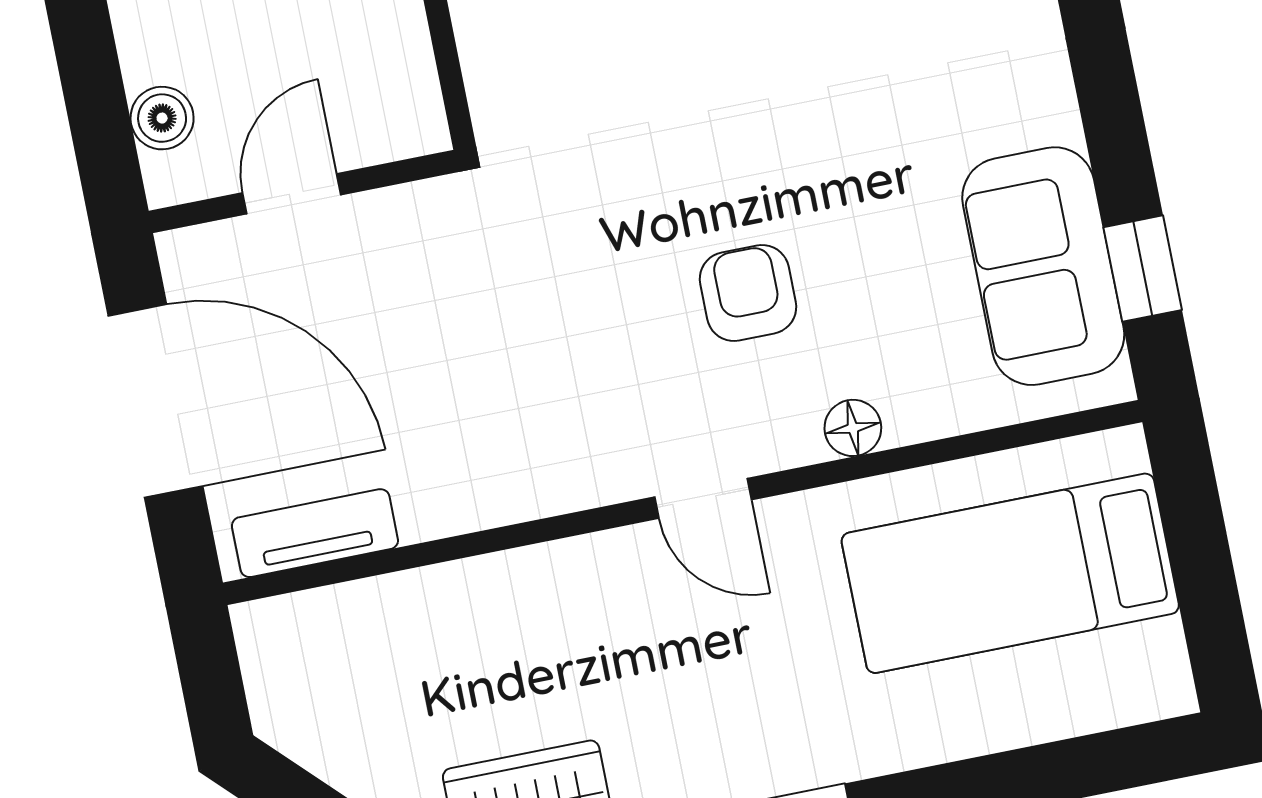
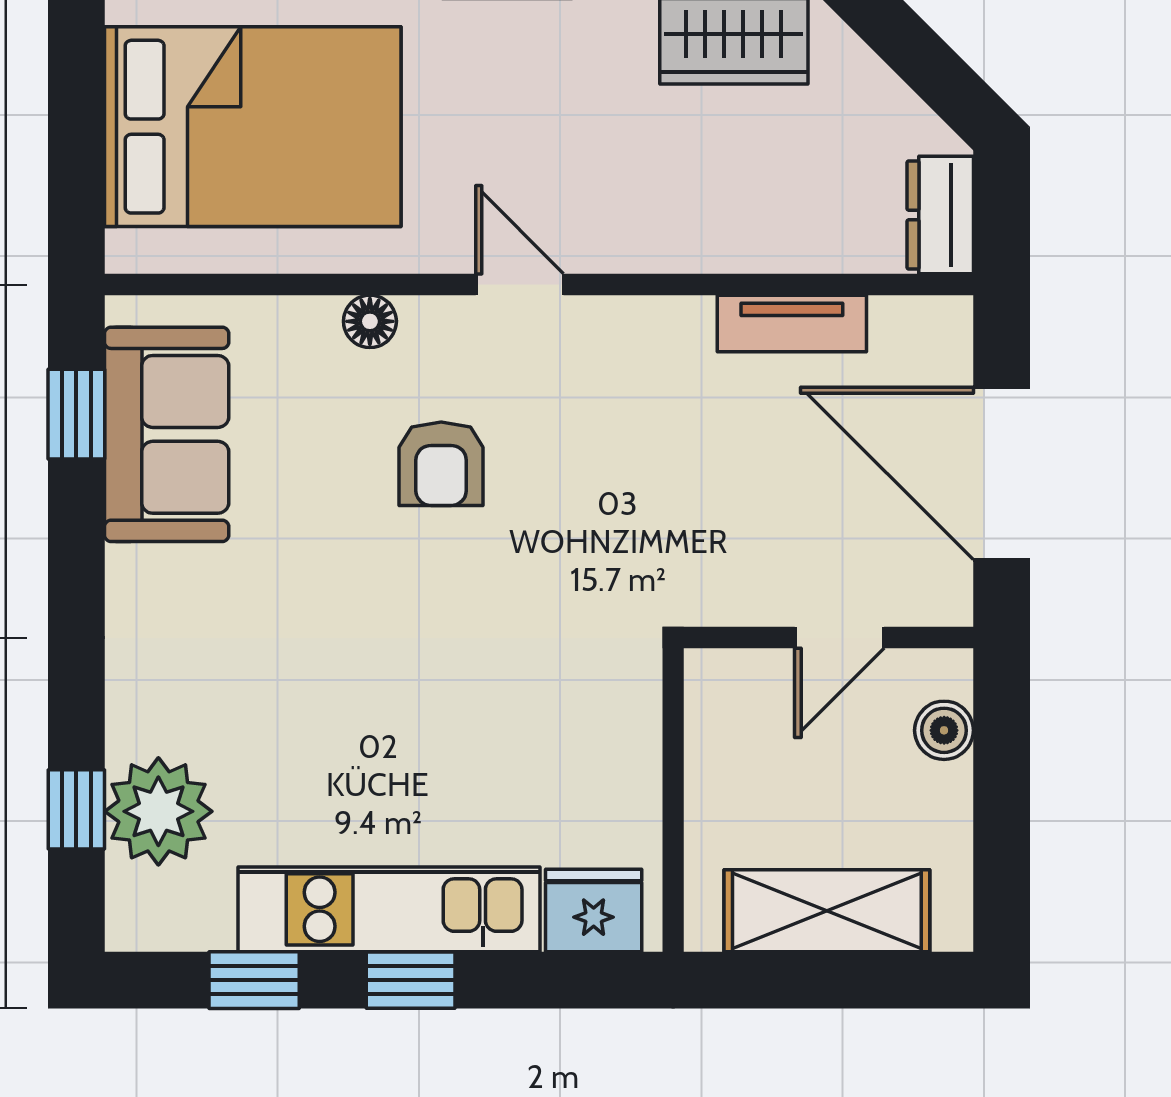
tv unit: (315, 533) -> (792, 323), moved
bed: (1010, 573) -> (253, 127), width x1.50
dresser: (275, 660) -> (940, 215), added

